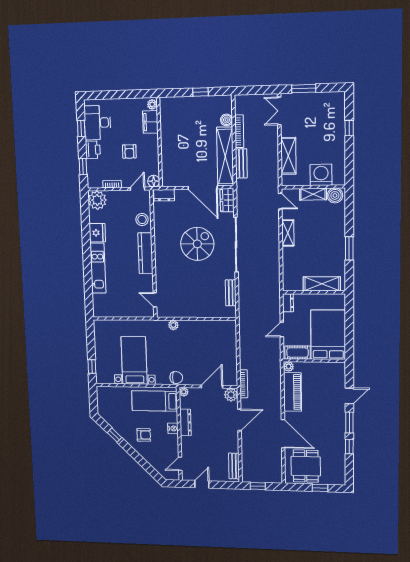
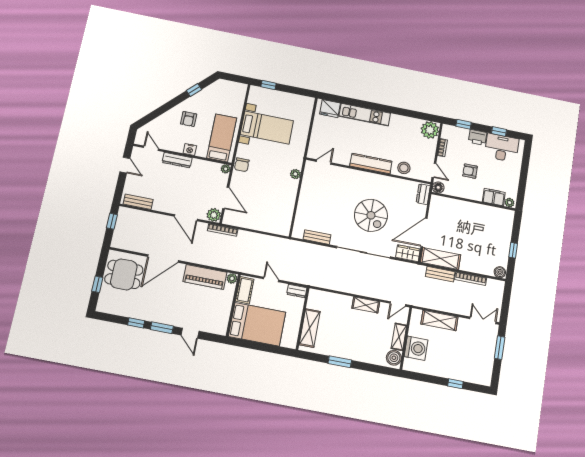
boiler: (227, 120) -> (500, 272), moved
shelving: (225, 157) -> (441, 259), width x0.68
fridge: (97, 233) -> (330, 109), moved
dresser: (185, 422) -> (177, 160), moved

